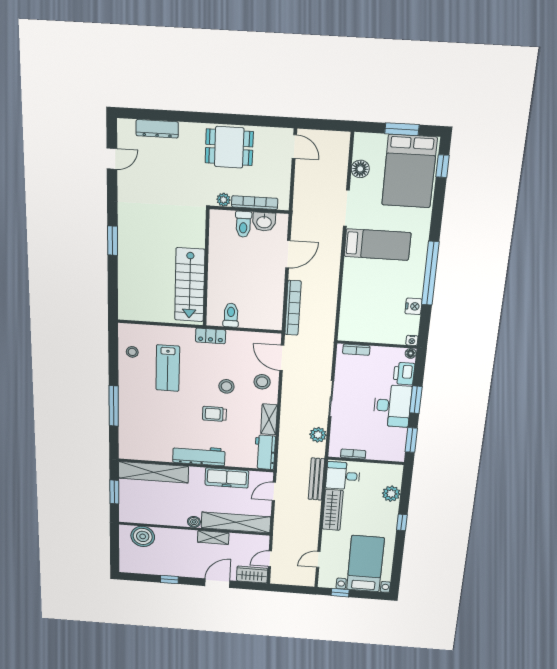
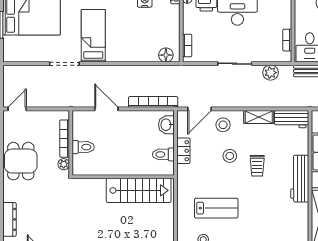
floor lamp: (360, 169) -> (166, 55), moved
washbasin: (264, 222) -> (166, 125), moved, turned 180
locker: (211, 336) -> (183, 151), moved

